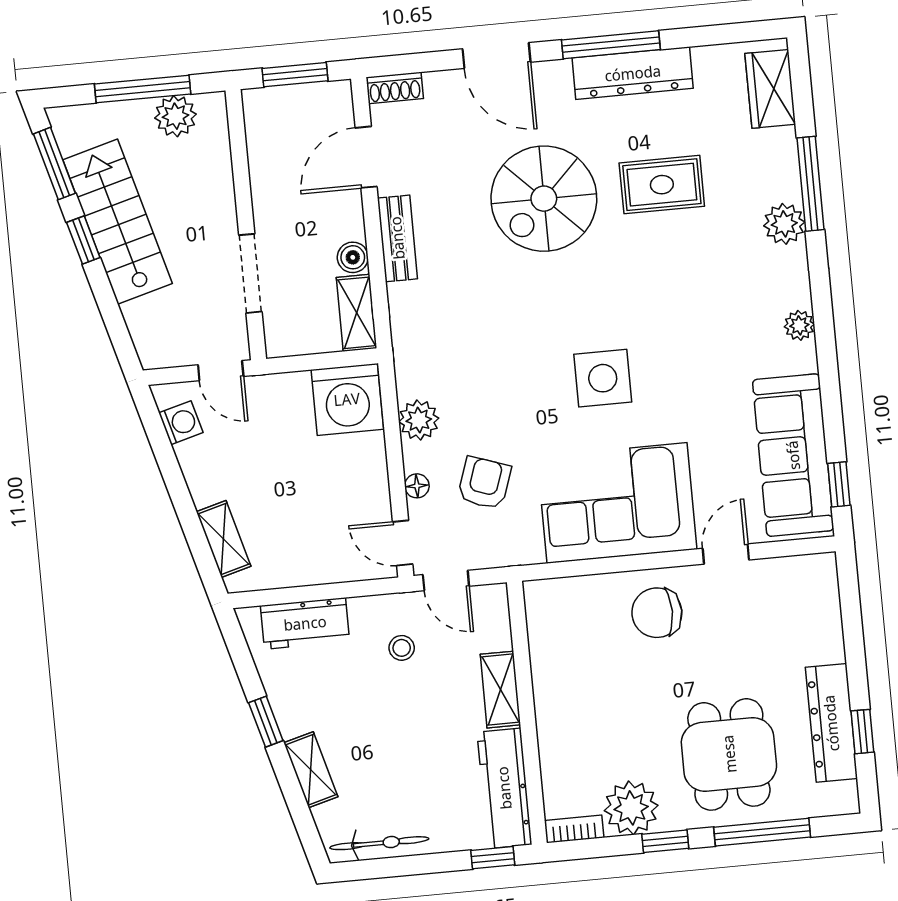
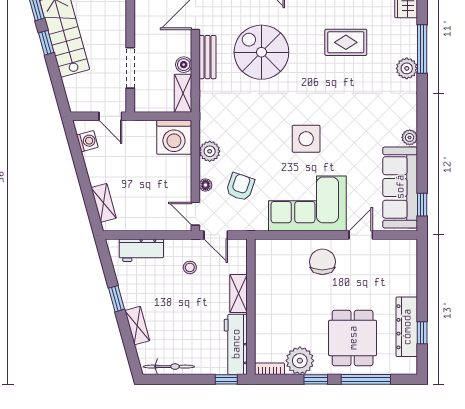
spiral stairs: (544, 199) -> (261, 52), moved, turned 90
plant: (799, 325) -> (410, 137), moved
chair: (657, 613) -> (322, 262), turned 90

